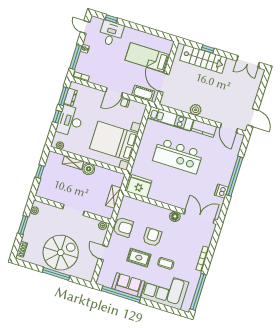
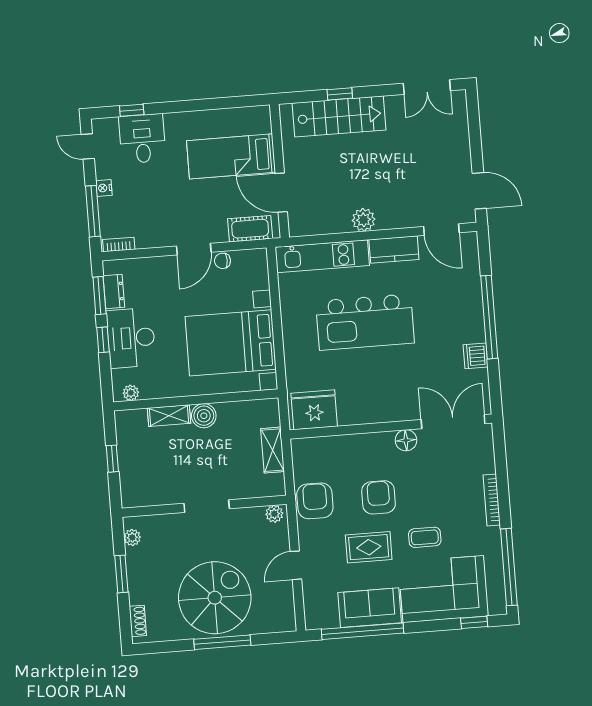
armchair: (123, 227) -> (315, 501), turned -90
door: (103, 253) -> (296, 565), hinge flipped
window: (173, 310) -> (474, 622), added

